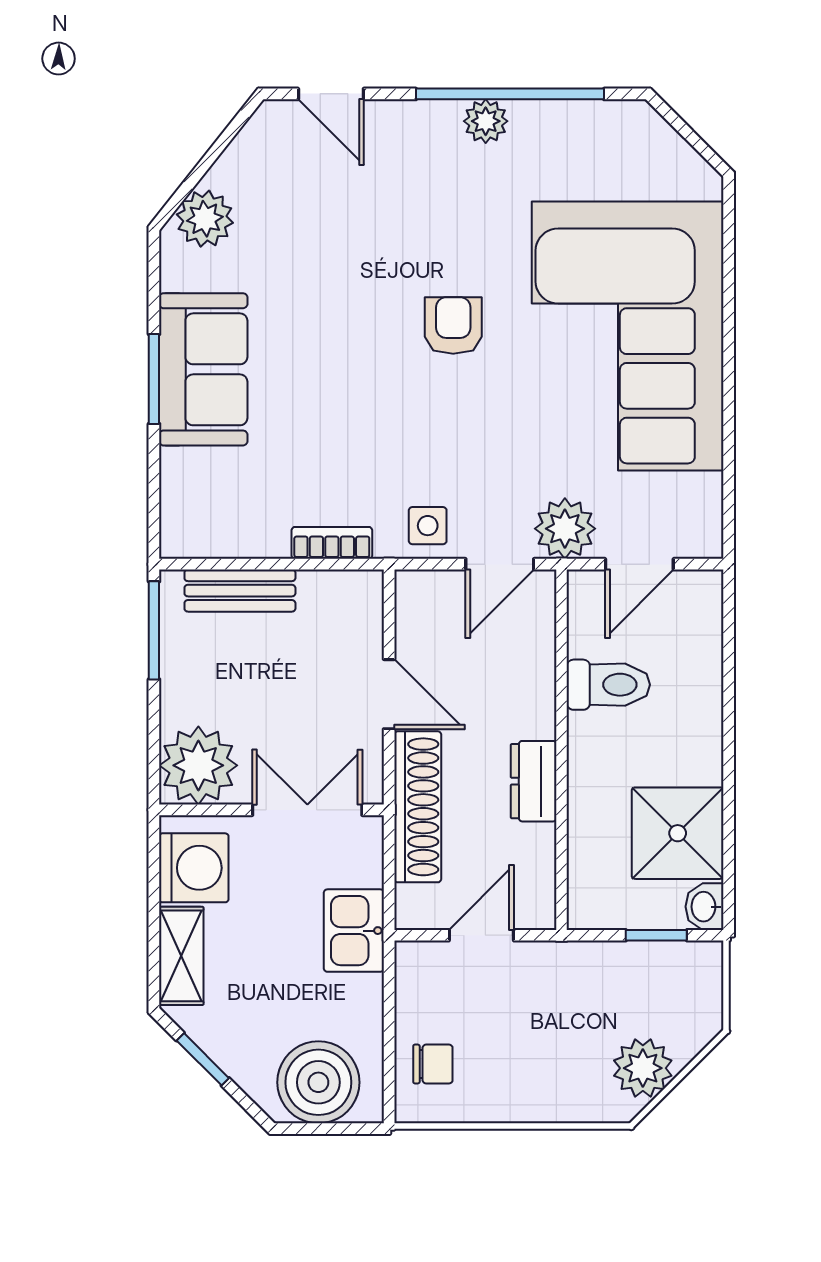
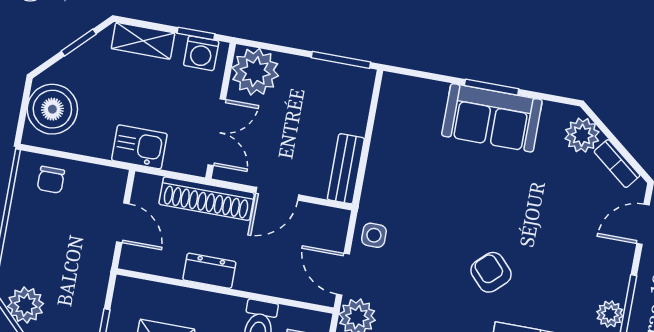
armchair: (453, 325) -> (491, 272), turned -133
bookcase: (332, 543) -> (617, 164), moved, turned 128
bench: (240, 591) -> (346, 169), moved
washing machine: (194, 868) -> (201, 53), width x0.73, depth x0.73
window: (154, 872) -> (196, 33), added

